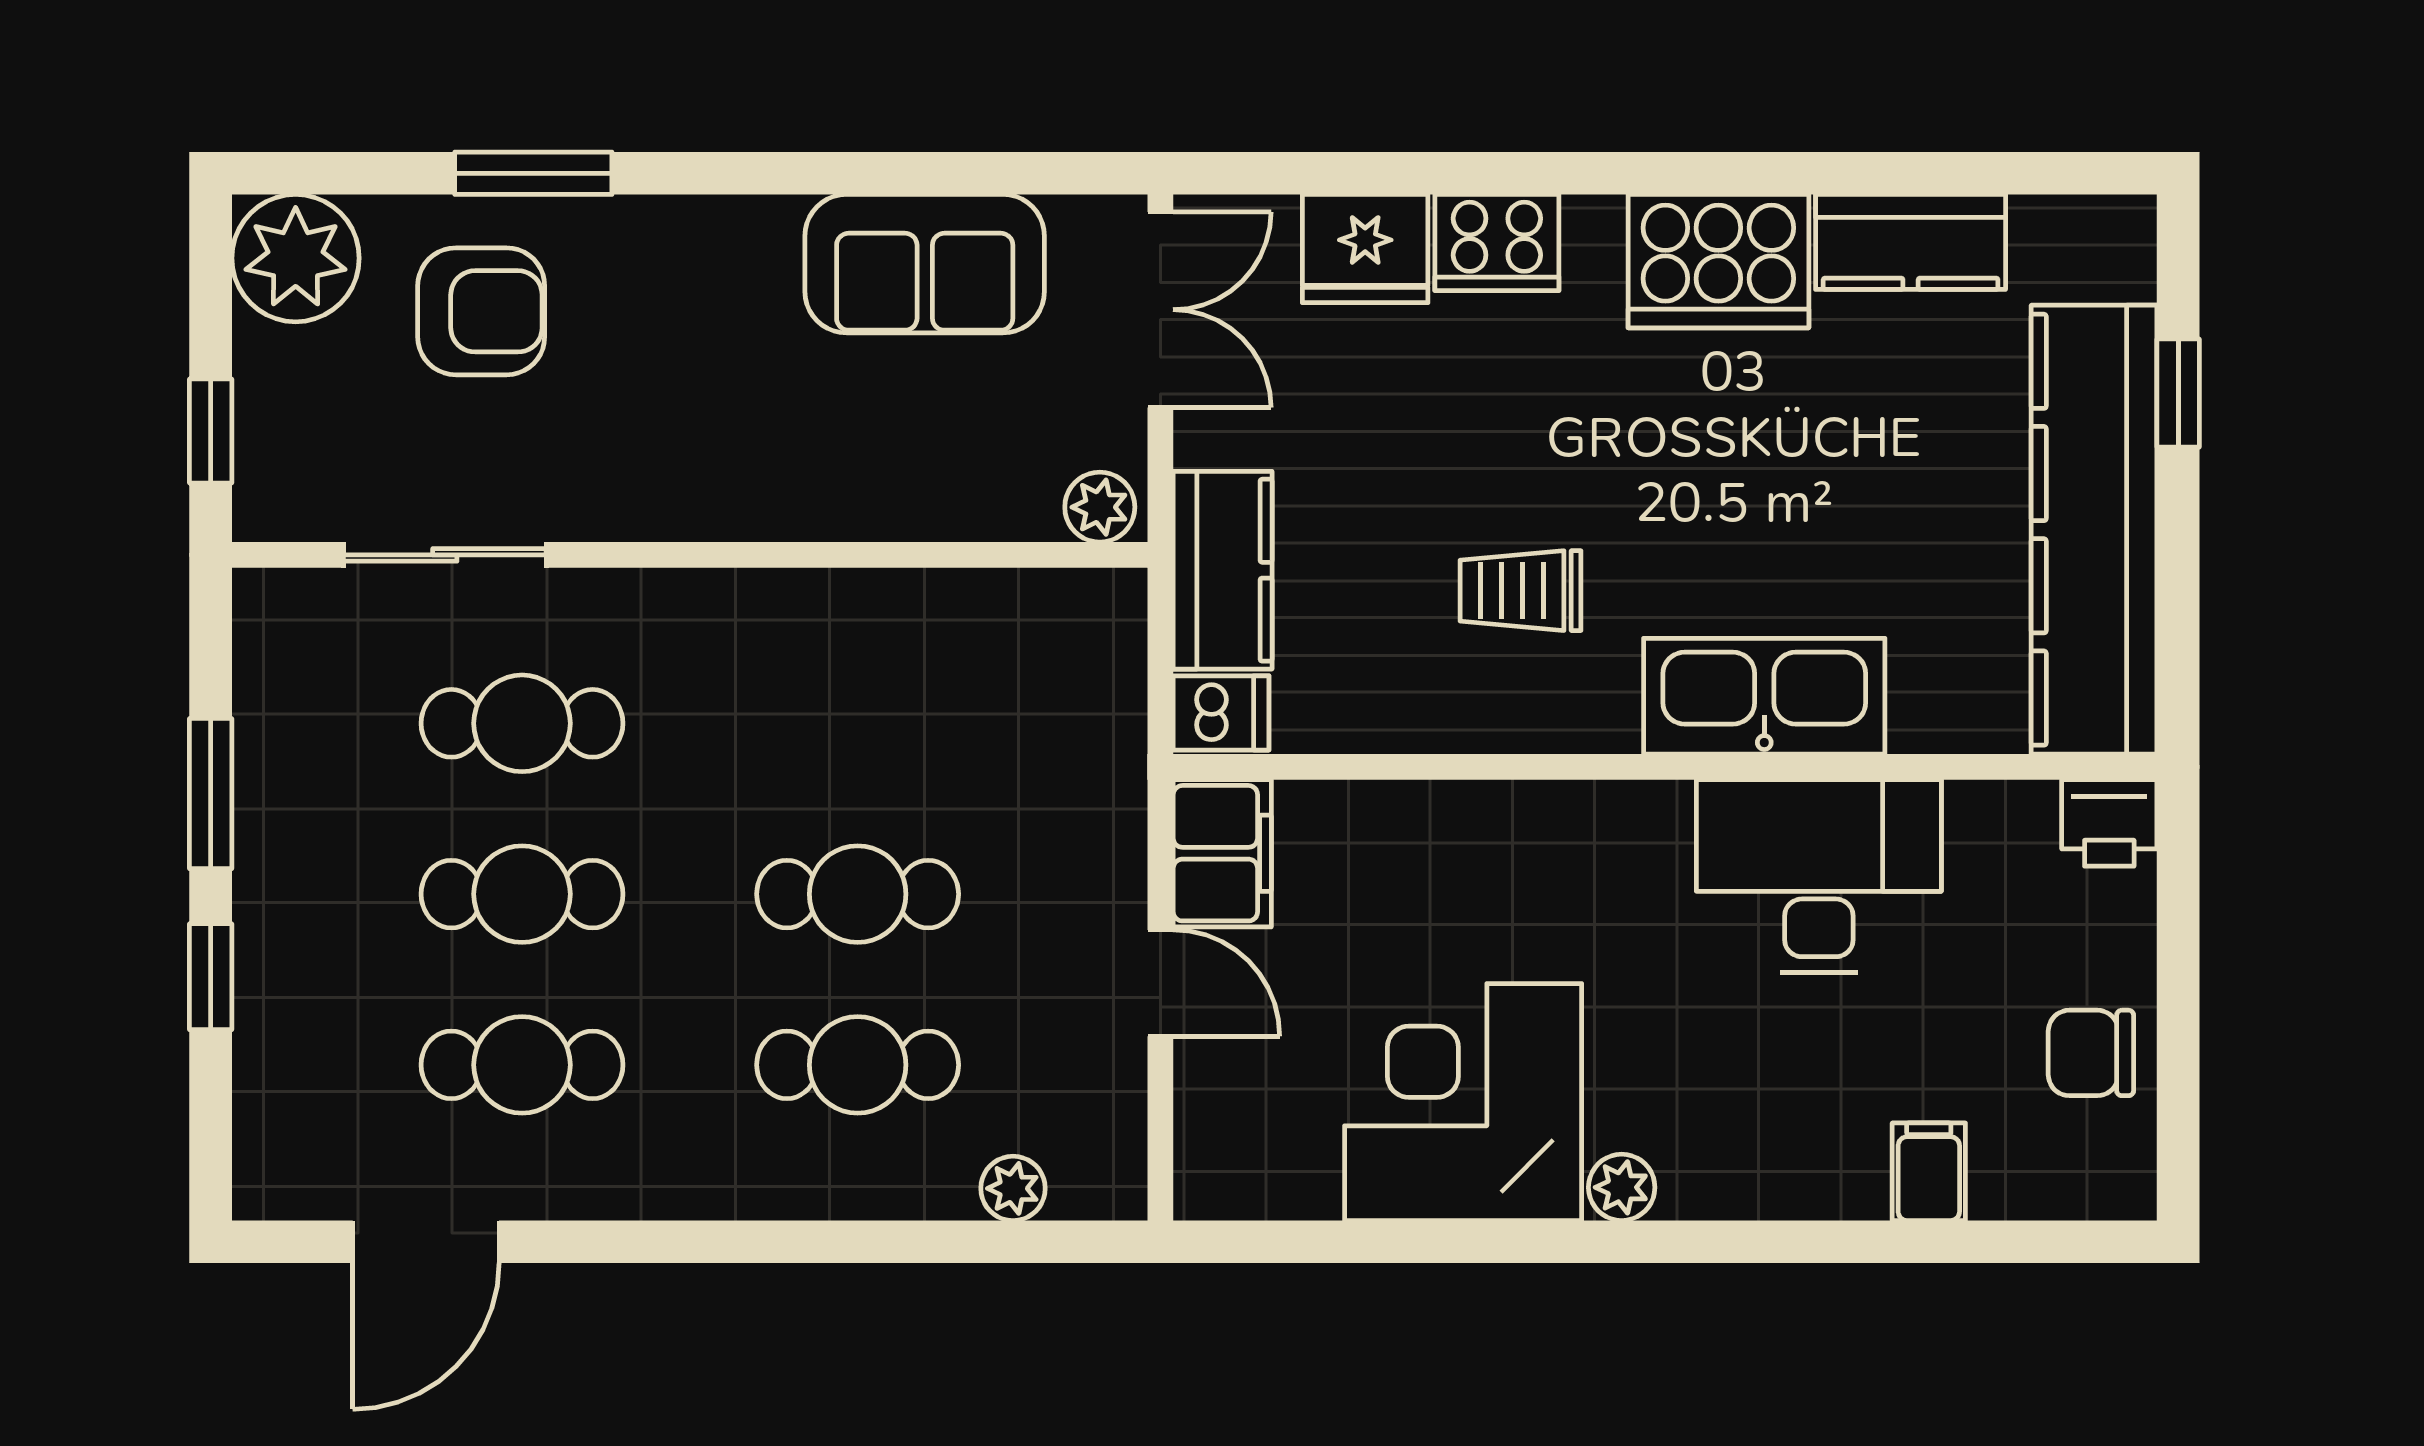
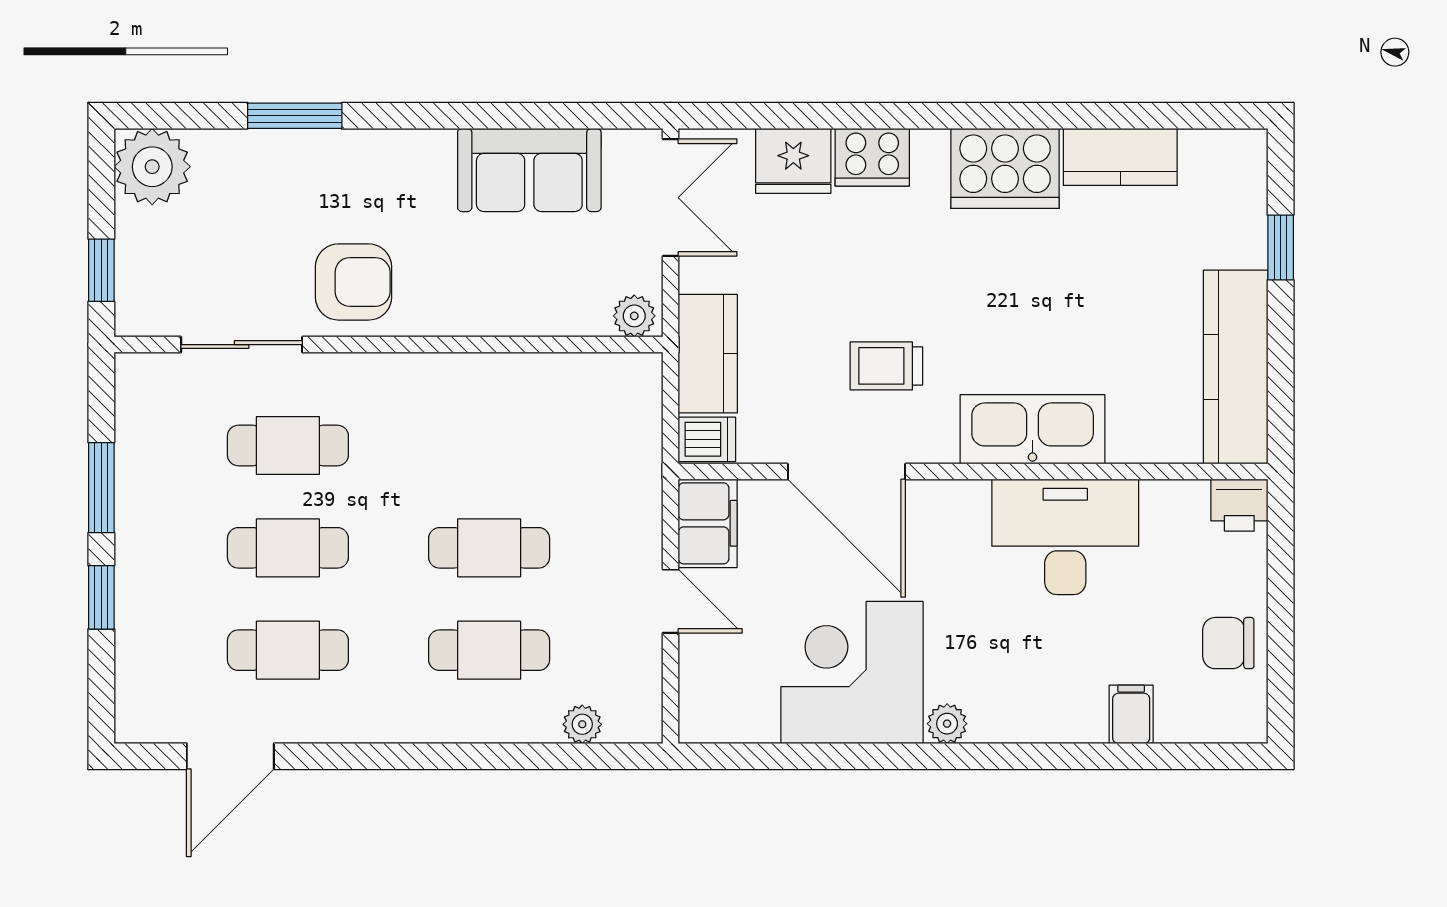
armchair: (481, 311) -> (353, 282), moved
kitchen counter: (2094, 530) -> (1236, 367), width x0.72, depth x0.86
door: (1454, 767) -> (846, 472), added

